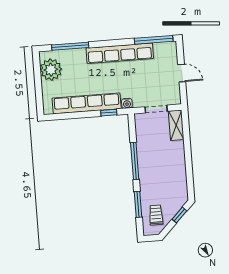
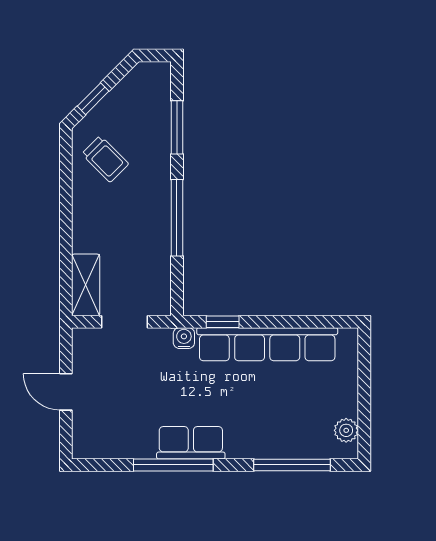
window: (154, 40) -> (173, 465), moved
row of seats: (120, 53) -> (191, 443), width x0.50
plant: (51, 70) -> (346, 430), width x0.53, depth x0.53
trolley: (156, 215) -> (105, 159), moved, turned -45

